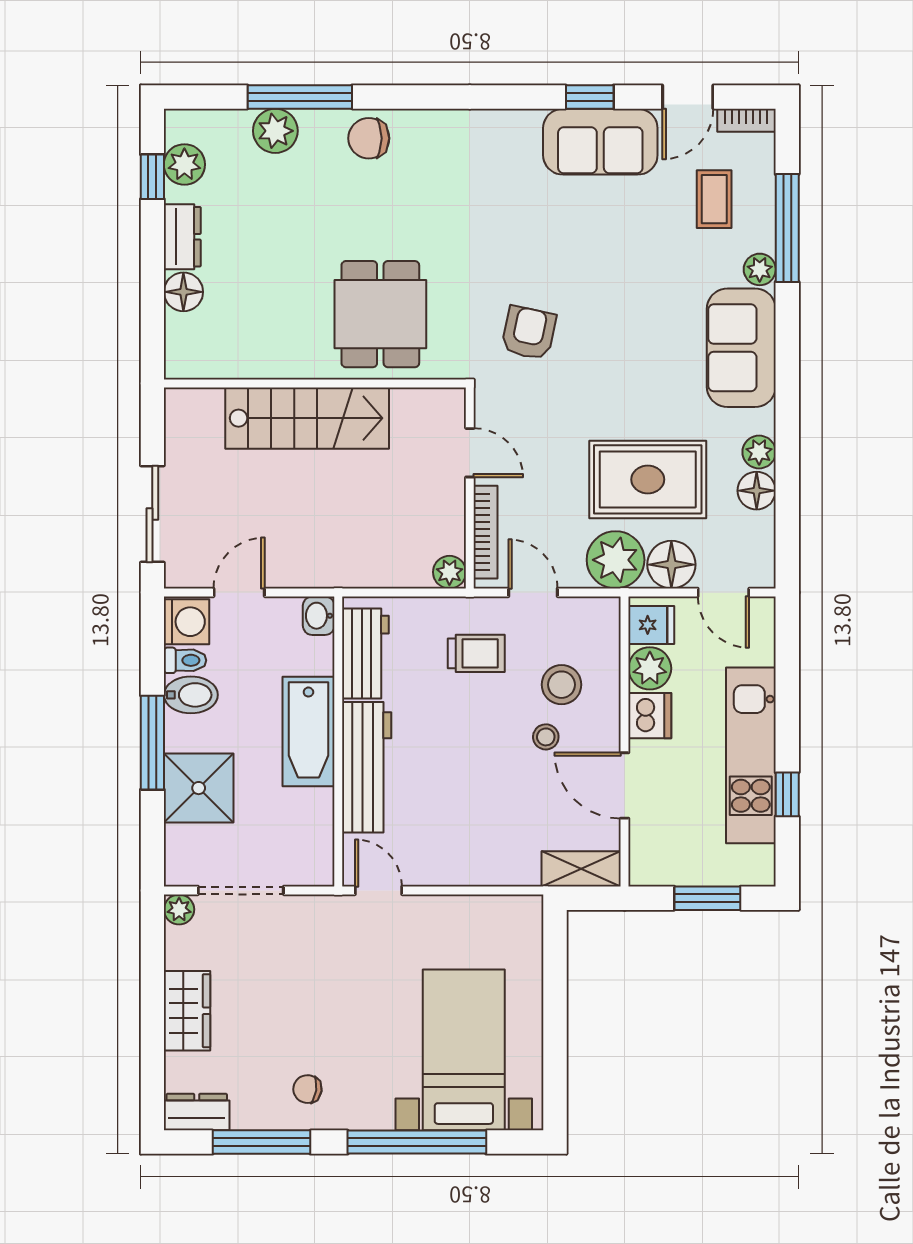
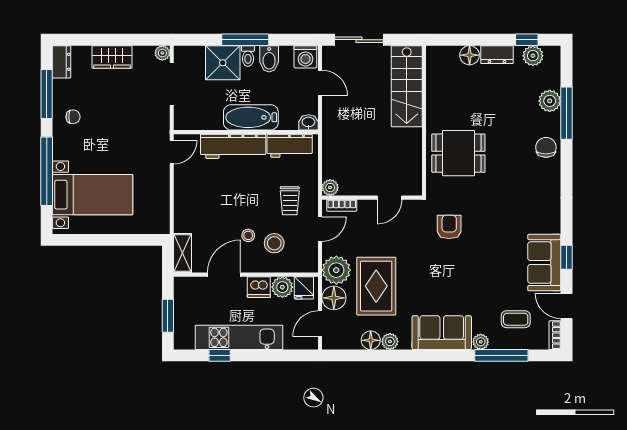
armchair: (529, 333) -> (449, 227), turned -102
stairs: (307, 418) -> (407, 86), moved
bookcase: (486, 532) -> (342, 205), width x0.64
toilet: (185, 660) -> (248, 56), moved
chair: (307, 1089) -> (73, 117), turned 82

